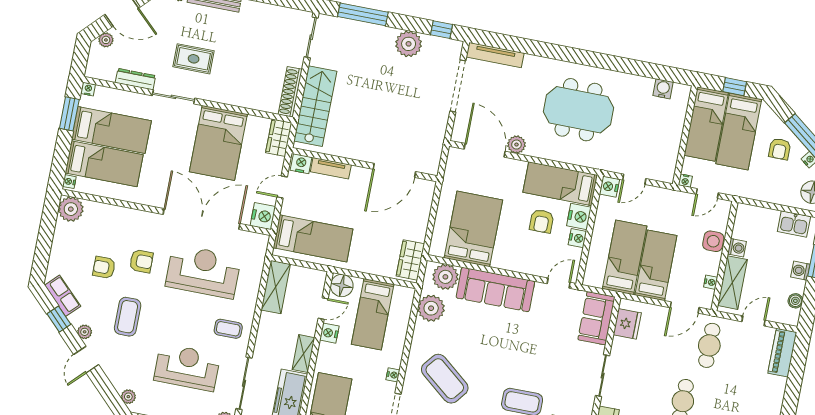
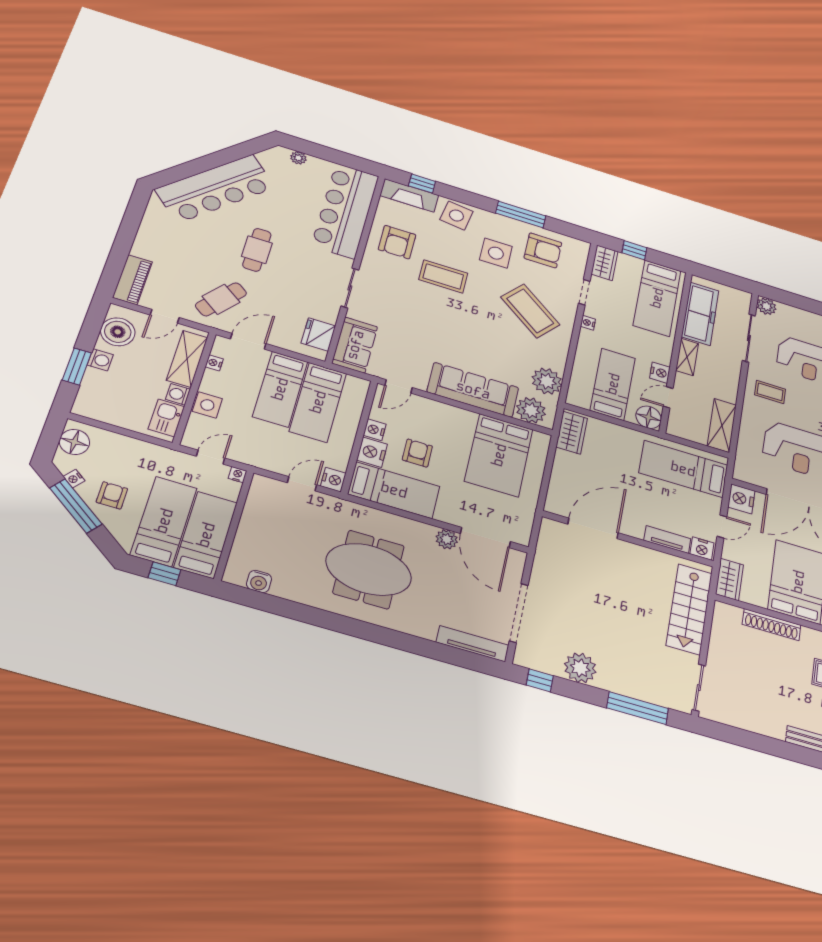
shoe rack: (290, 92) -> (772, 625), moved, turned 90
kitchen sink: (794, 224) -> (166, 418), moved, turned -90
boiler: (795, 301) -> (118, 332), width x1.86, depth x1.86
cafe table: (709, 345) -> (221, 299), turned 38

